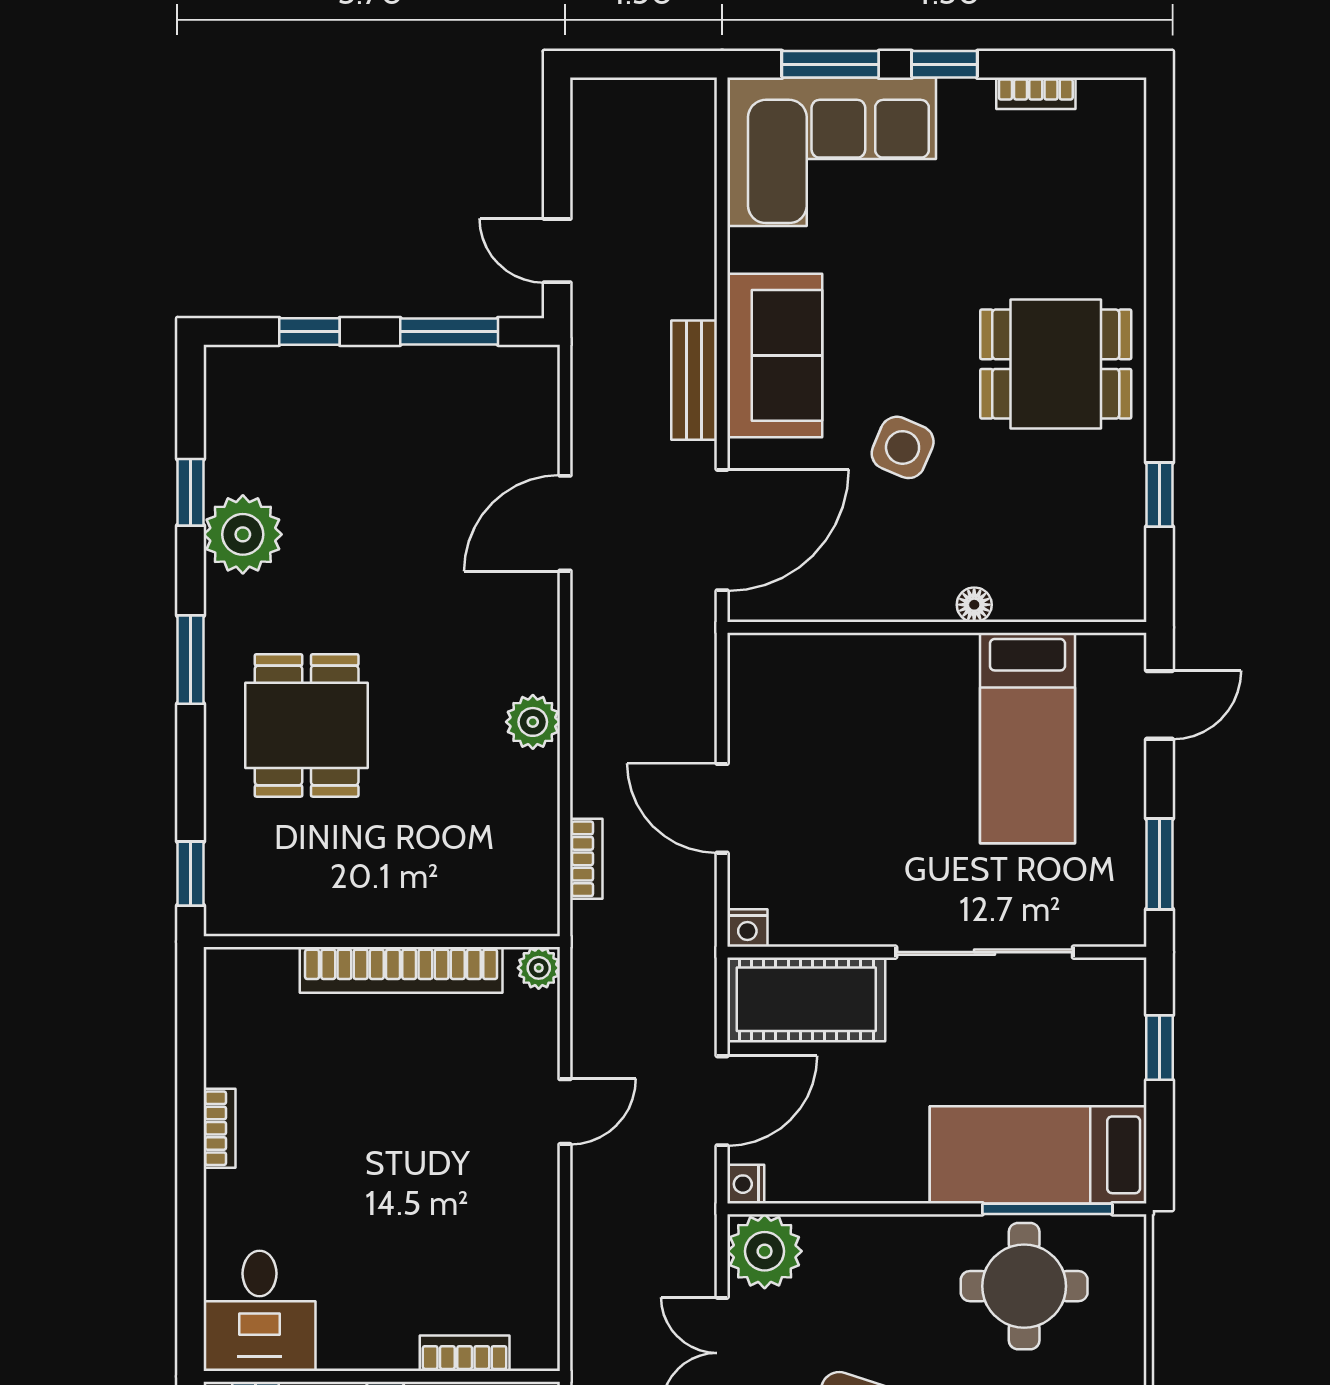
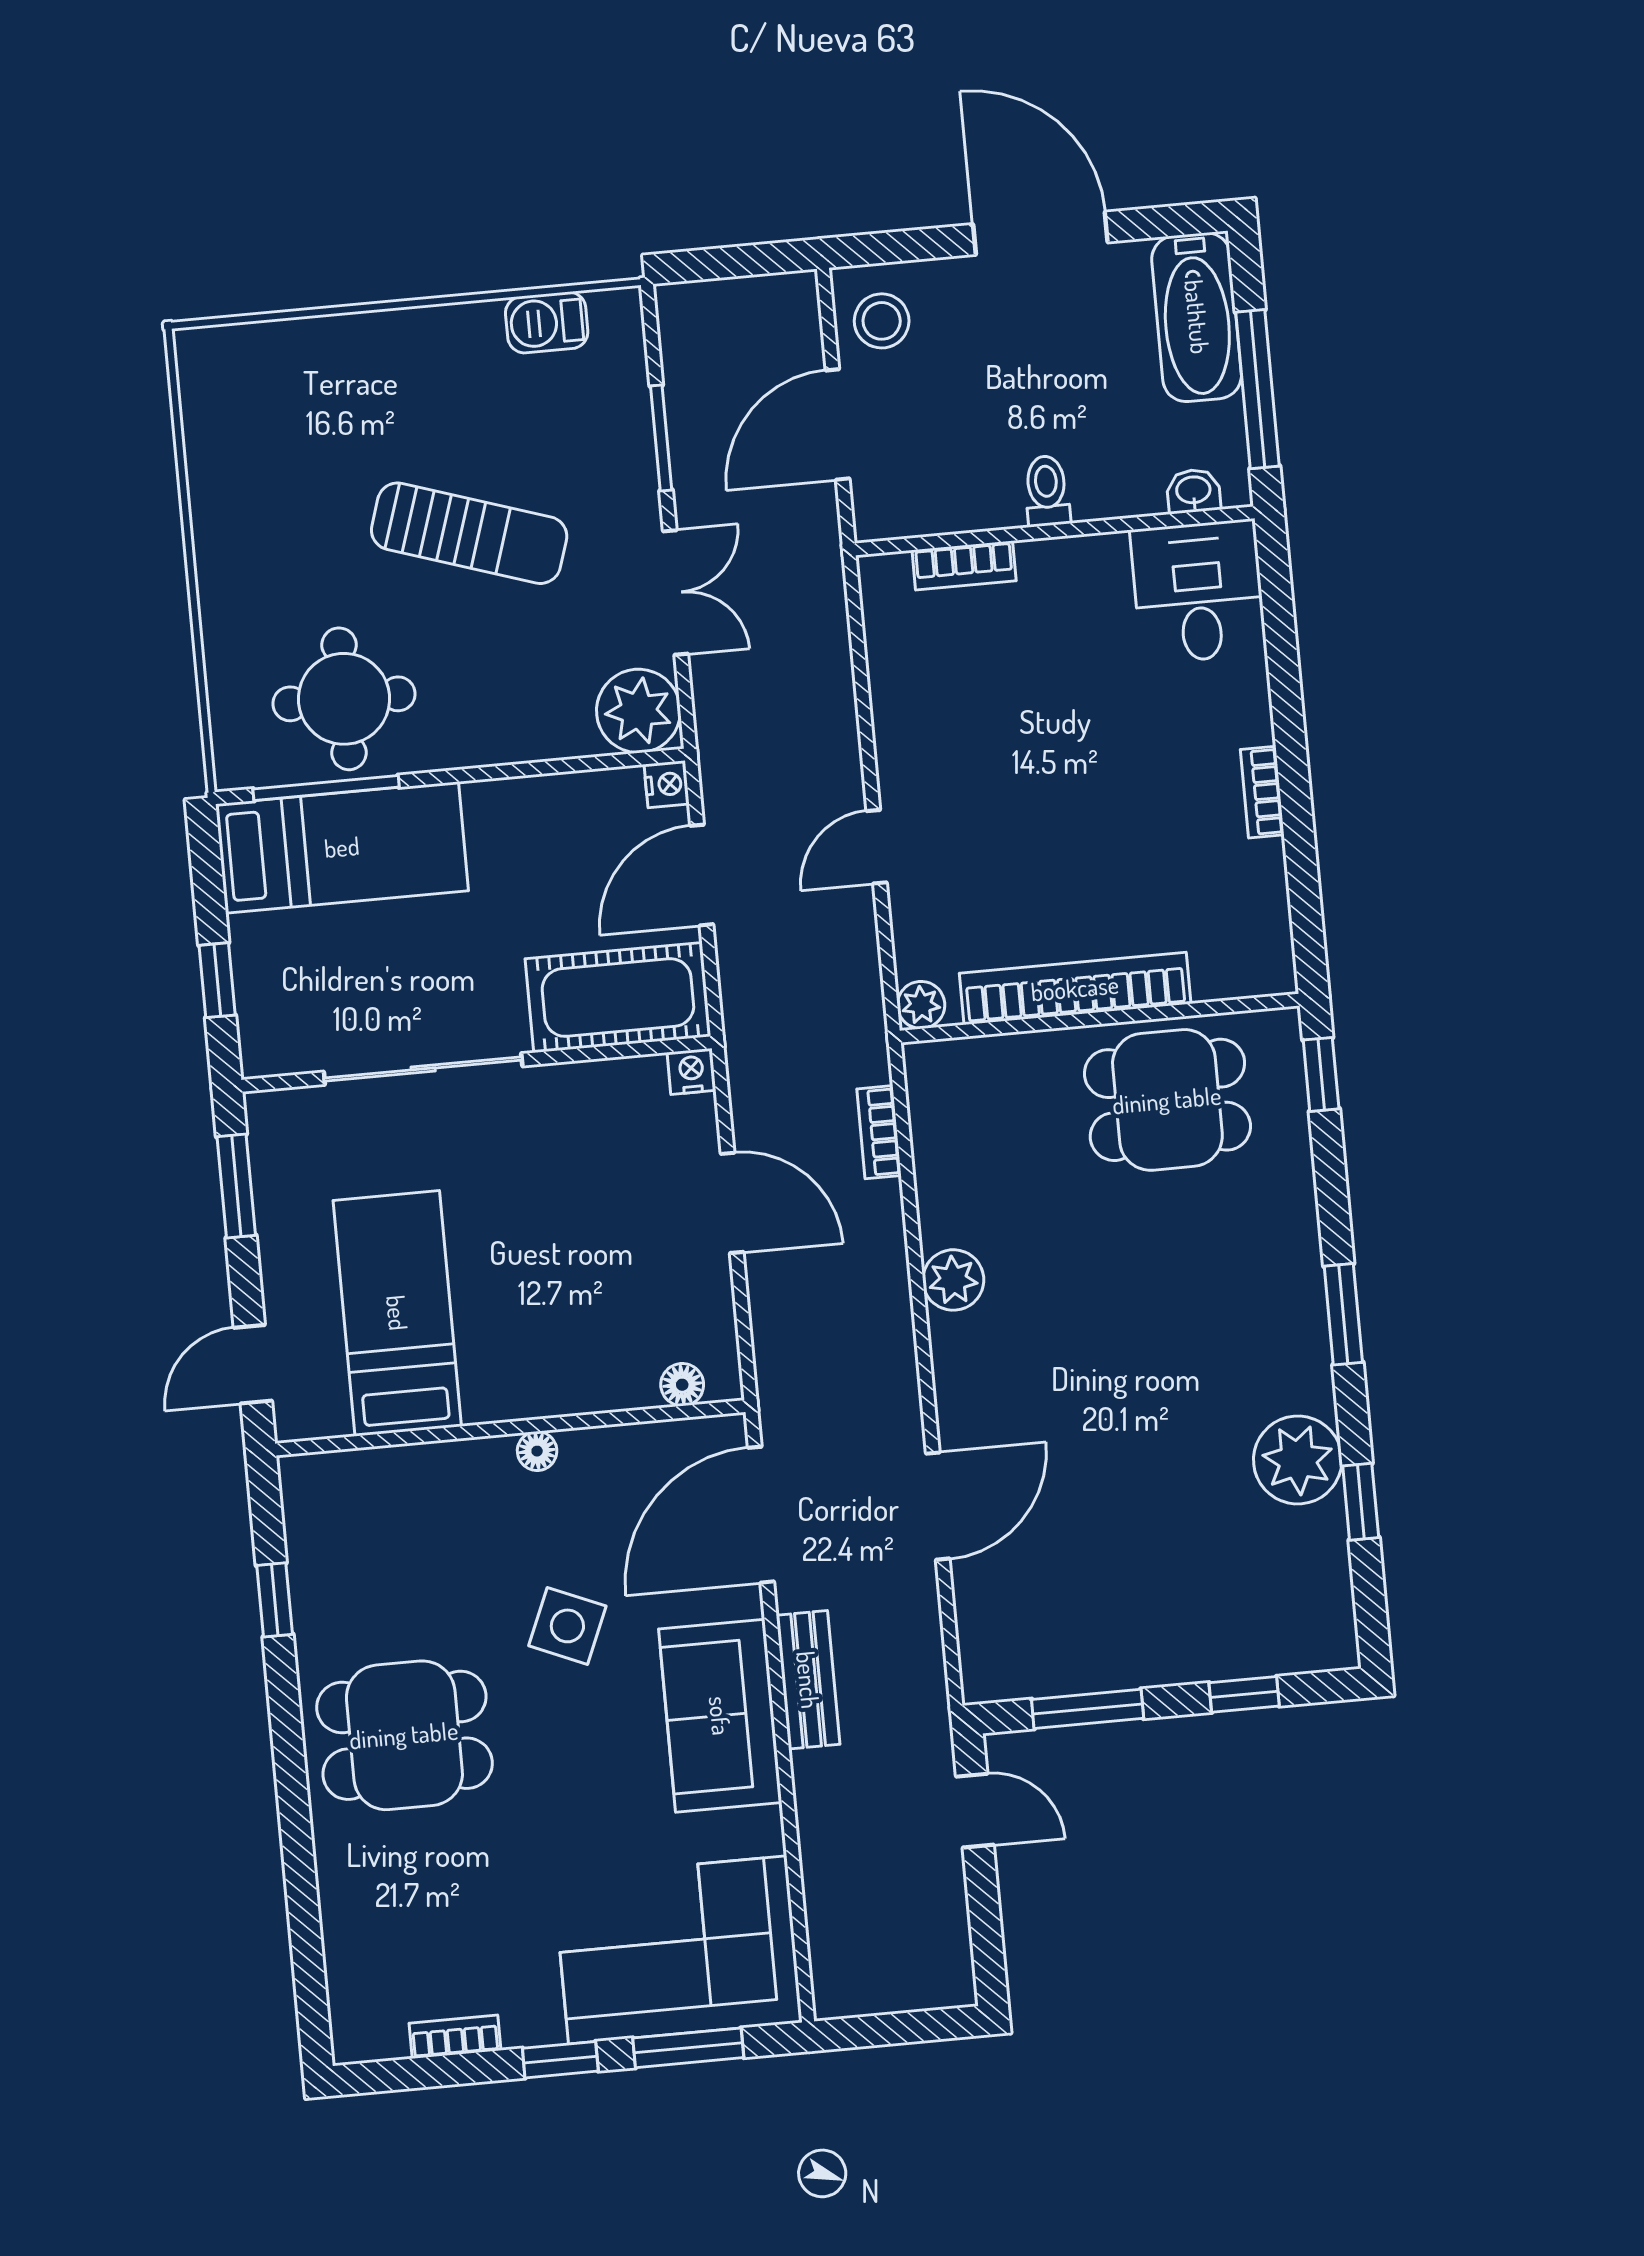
floor lamp: (974, 605) -> (537, 1451), moved
floor lamp: (781, 652) -> (682, 1385), added
dining table: (307, 725) -> (1167, 1100), moved, turned 90

